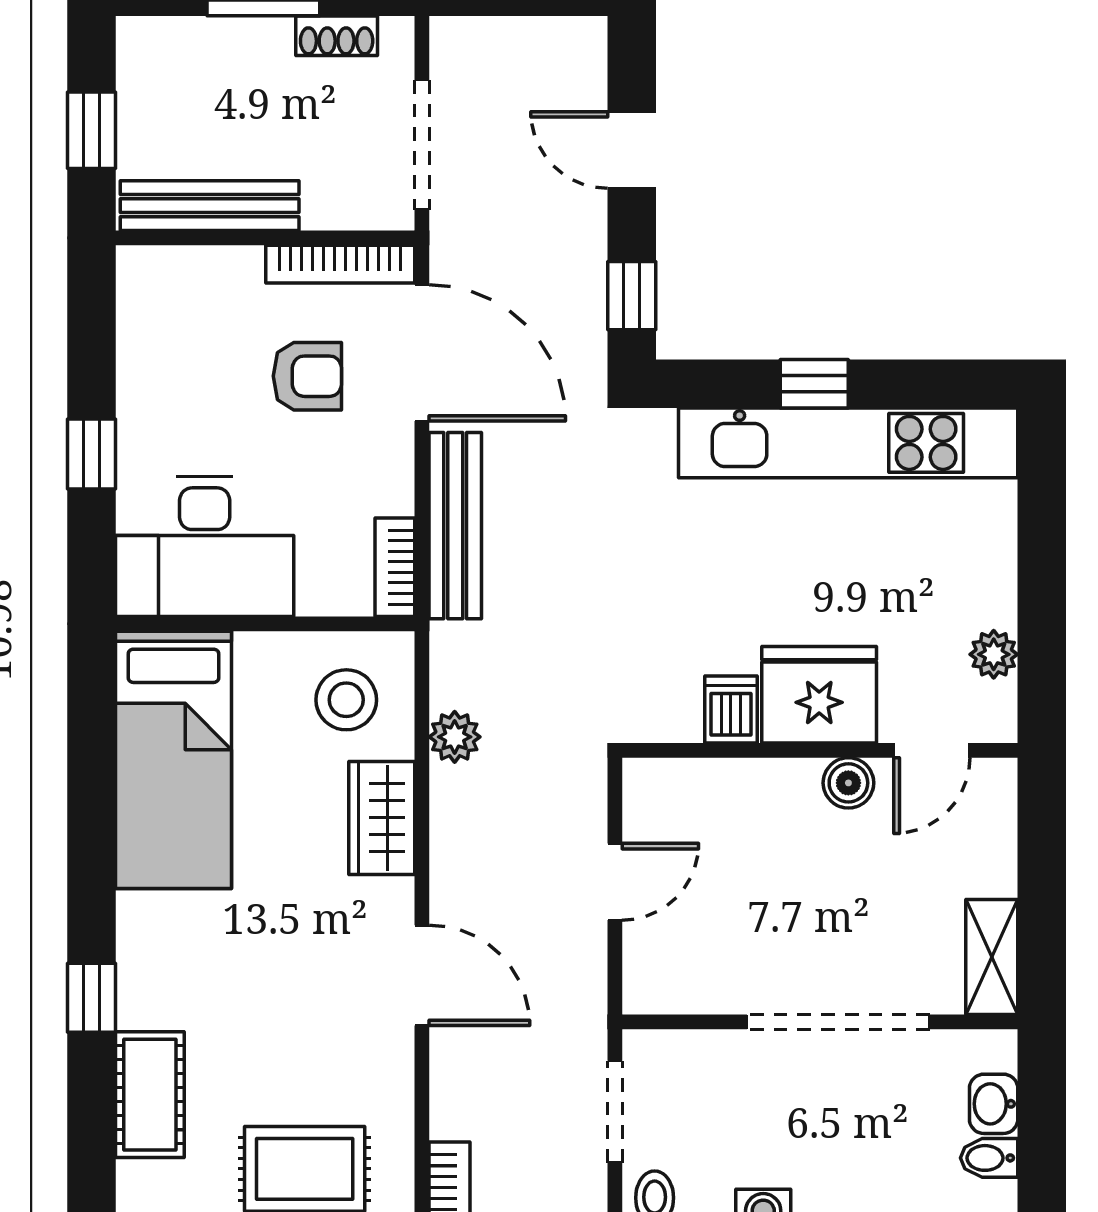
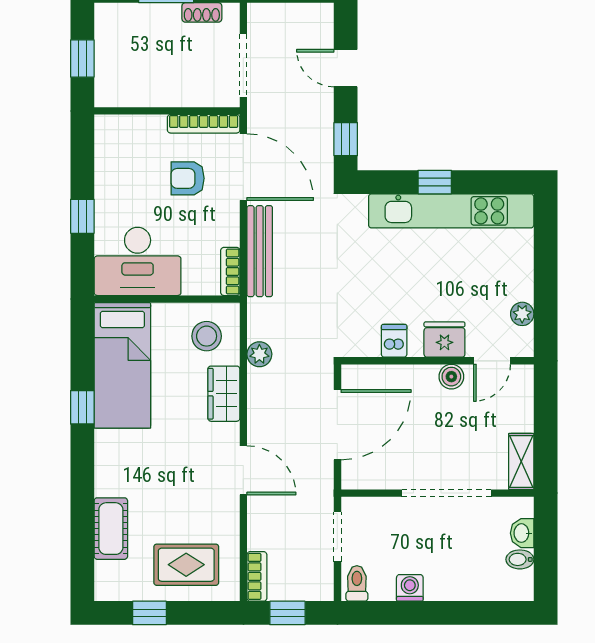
bench: (210, 206) -> (140, 95), removed
armchair: (307, 376) -> (188, 178), turned 180
fridge: (819, 695) -> (444, 340), width x0.73, depth x0.75
door: (615, 882) -> (337, 425), width x1.87
window: (91, 998) -> (82, 407), moved

